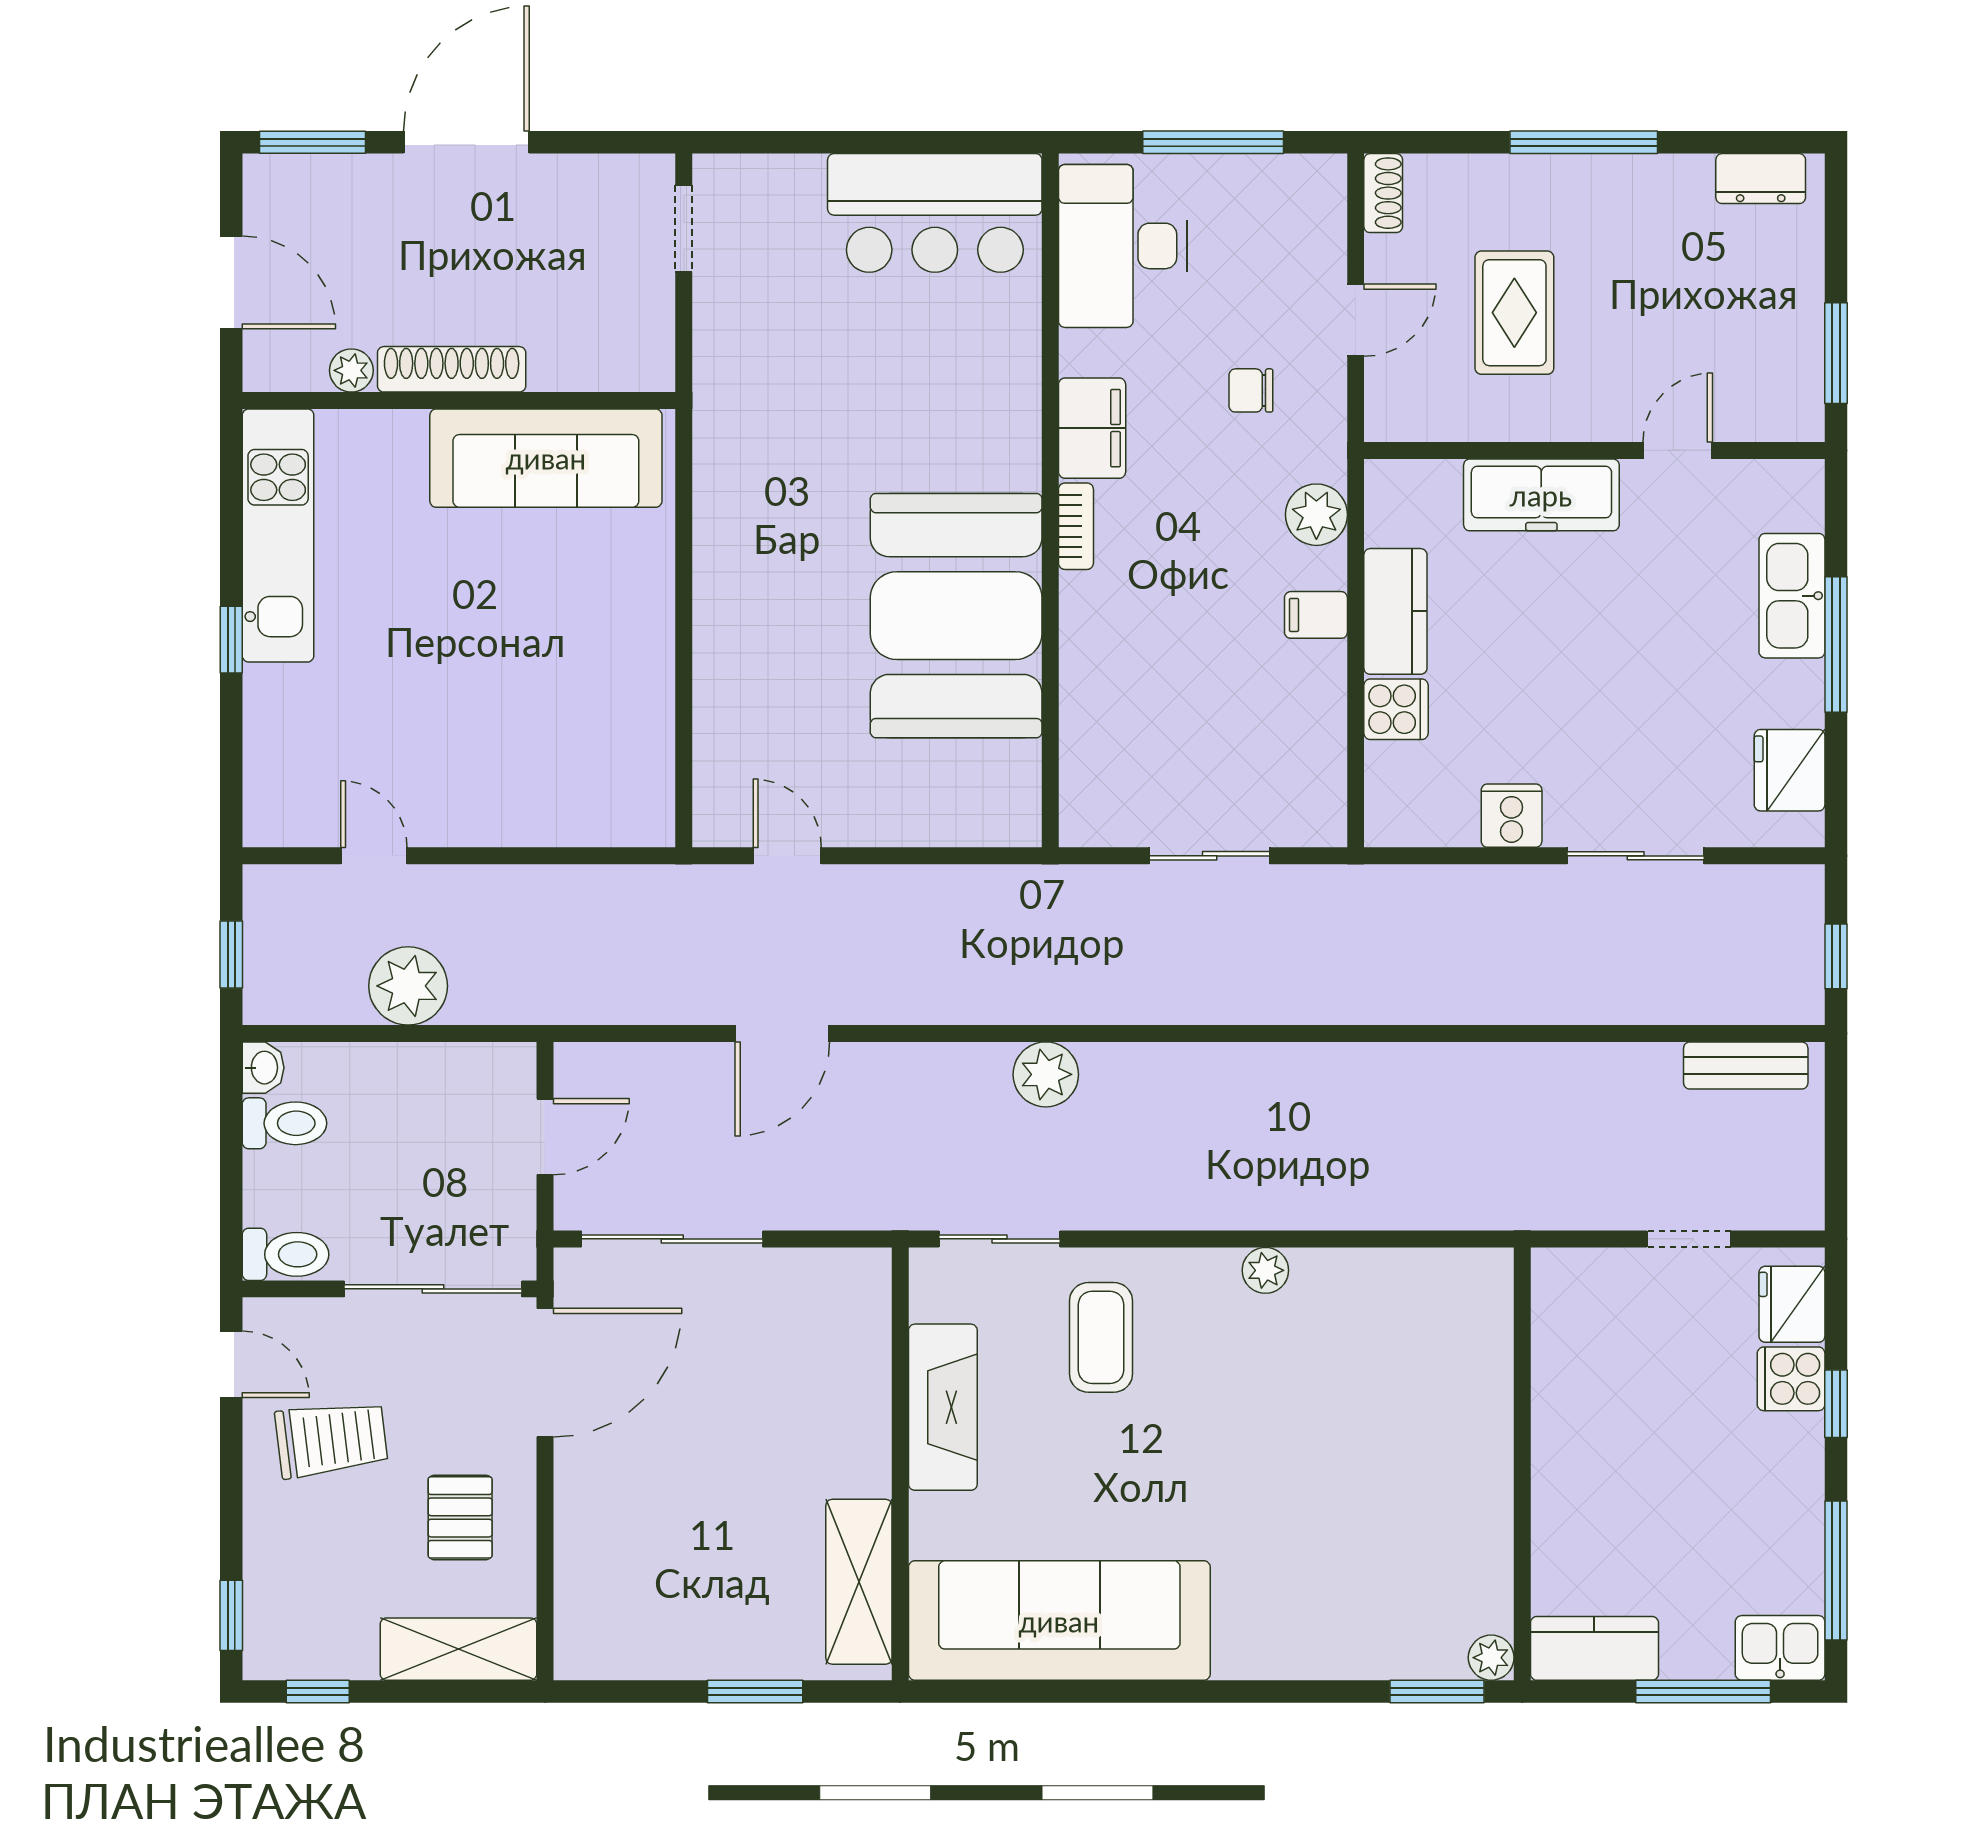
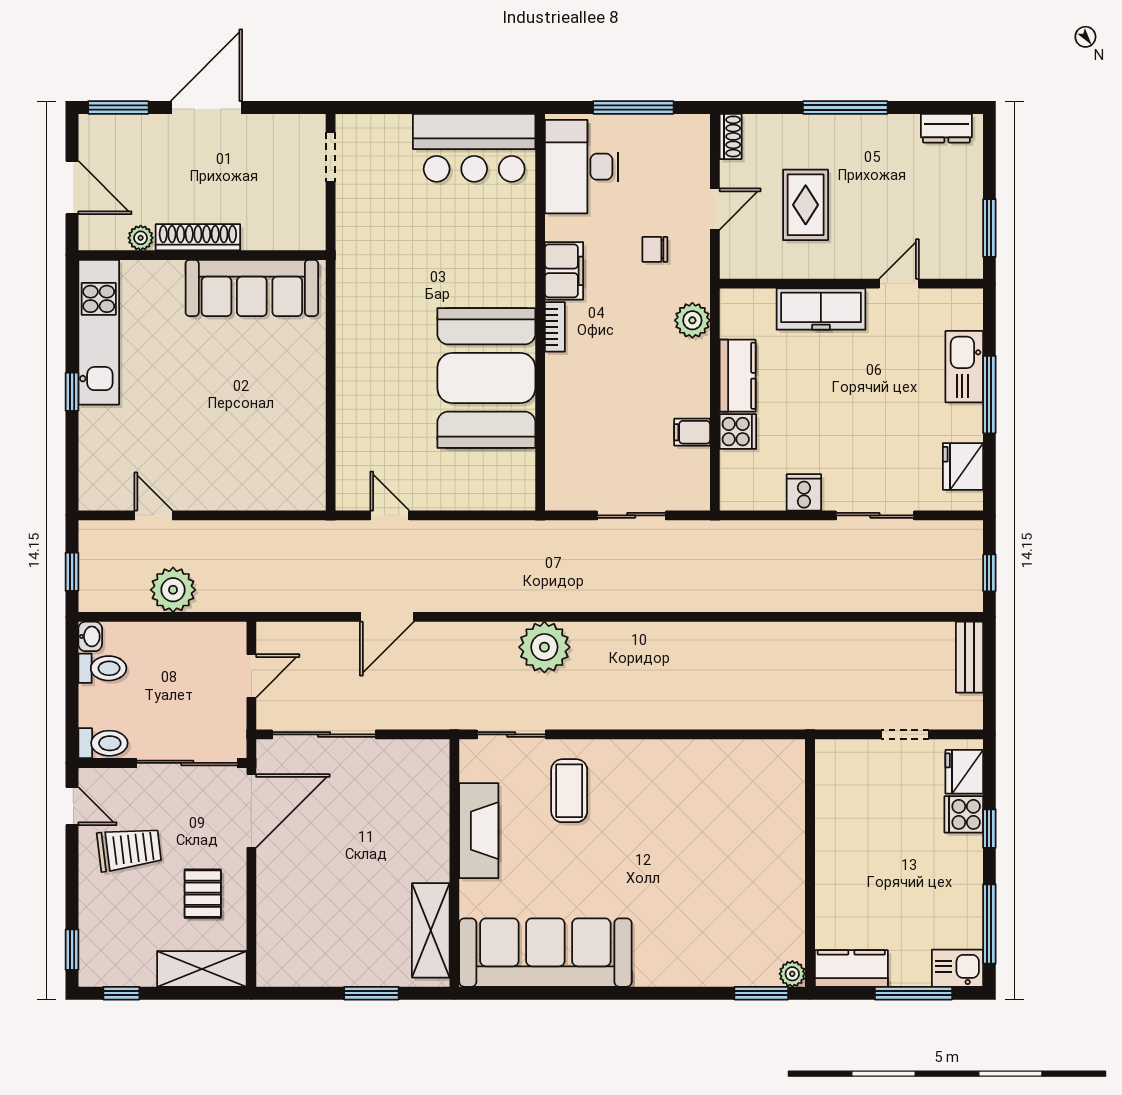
filing cabinet: (1316, 615) -> (692, 432), moved
bench: (1746, 1066) -> (969, 657), moved, turned 90
plant: (1046, 1074) -> (544, 647), width x1.36, depth x1.36
plant: (1265, 1270) -> (663, 752), removed

